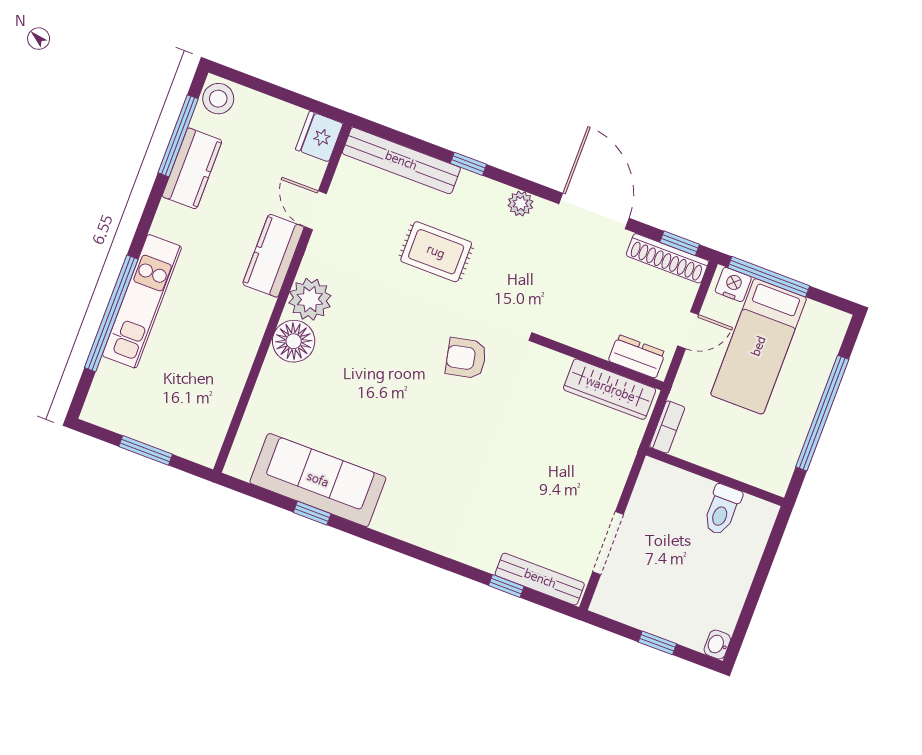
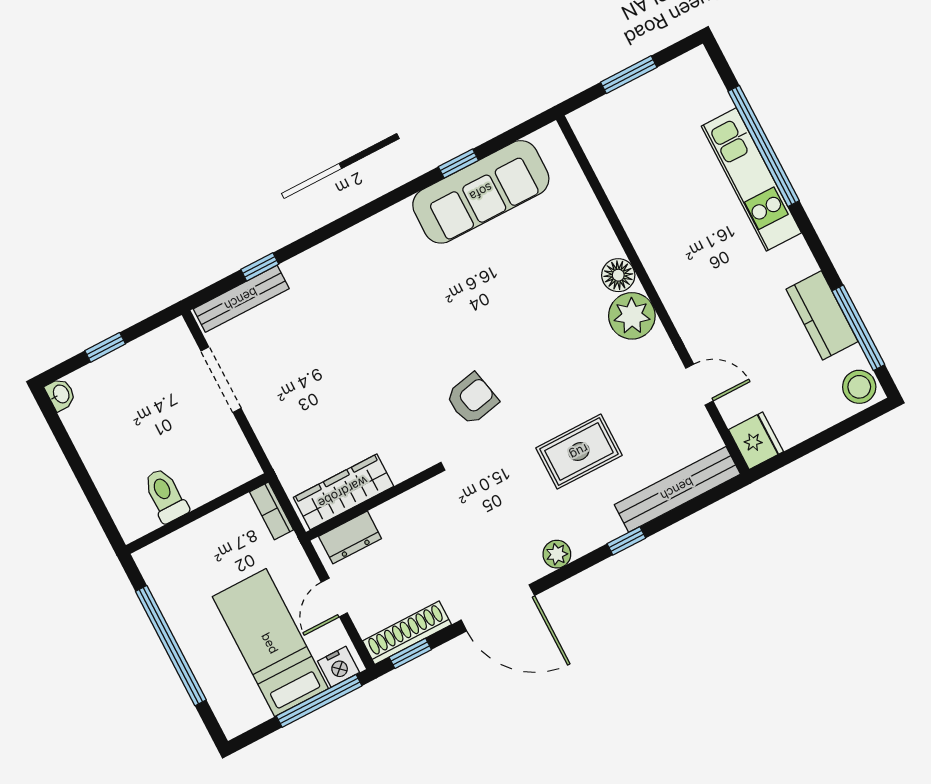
kitchen counter: (273, 256) -> (693, 318), removed
floor lamp: (294, 341) -> (618, 275), width x0.73, depth x0.73

